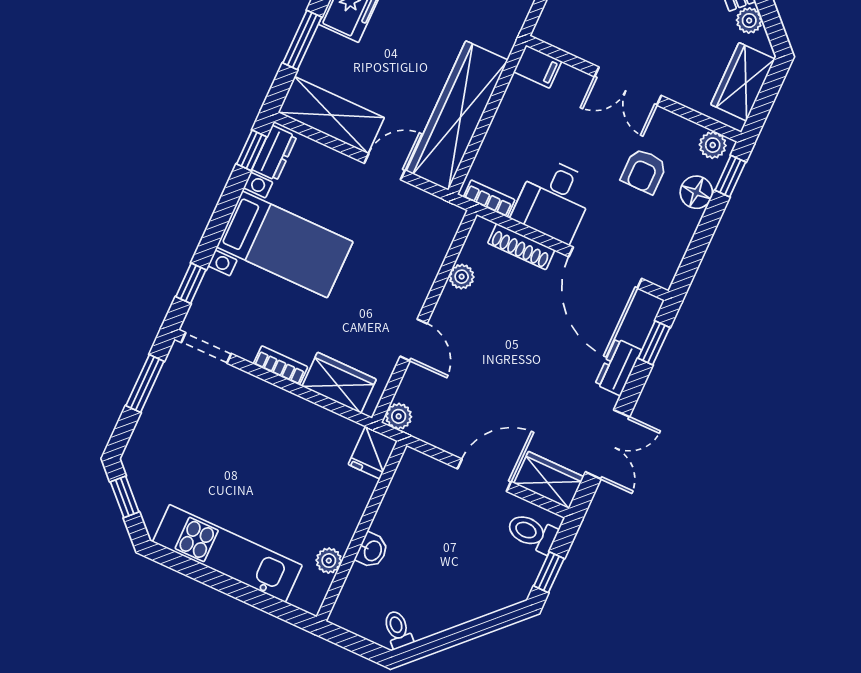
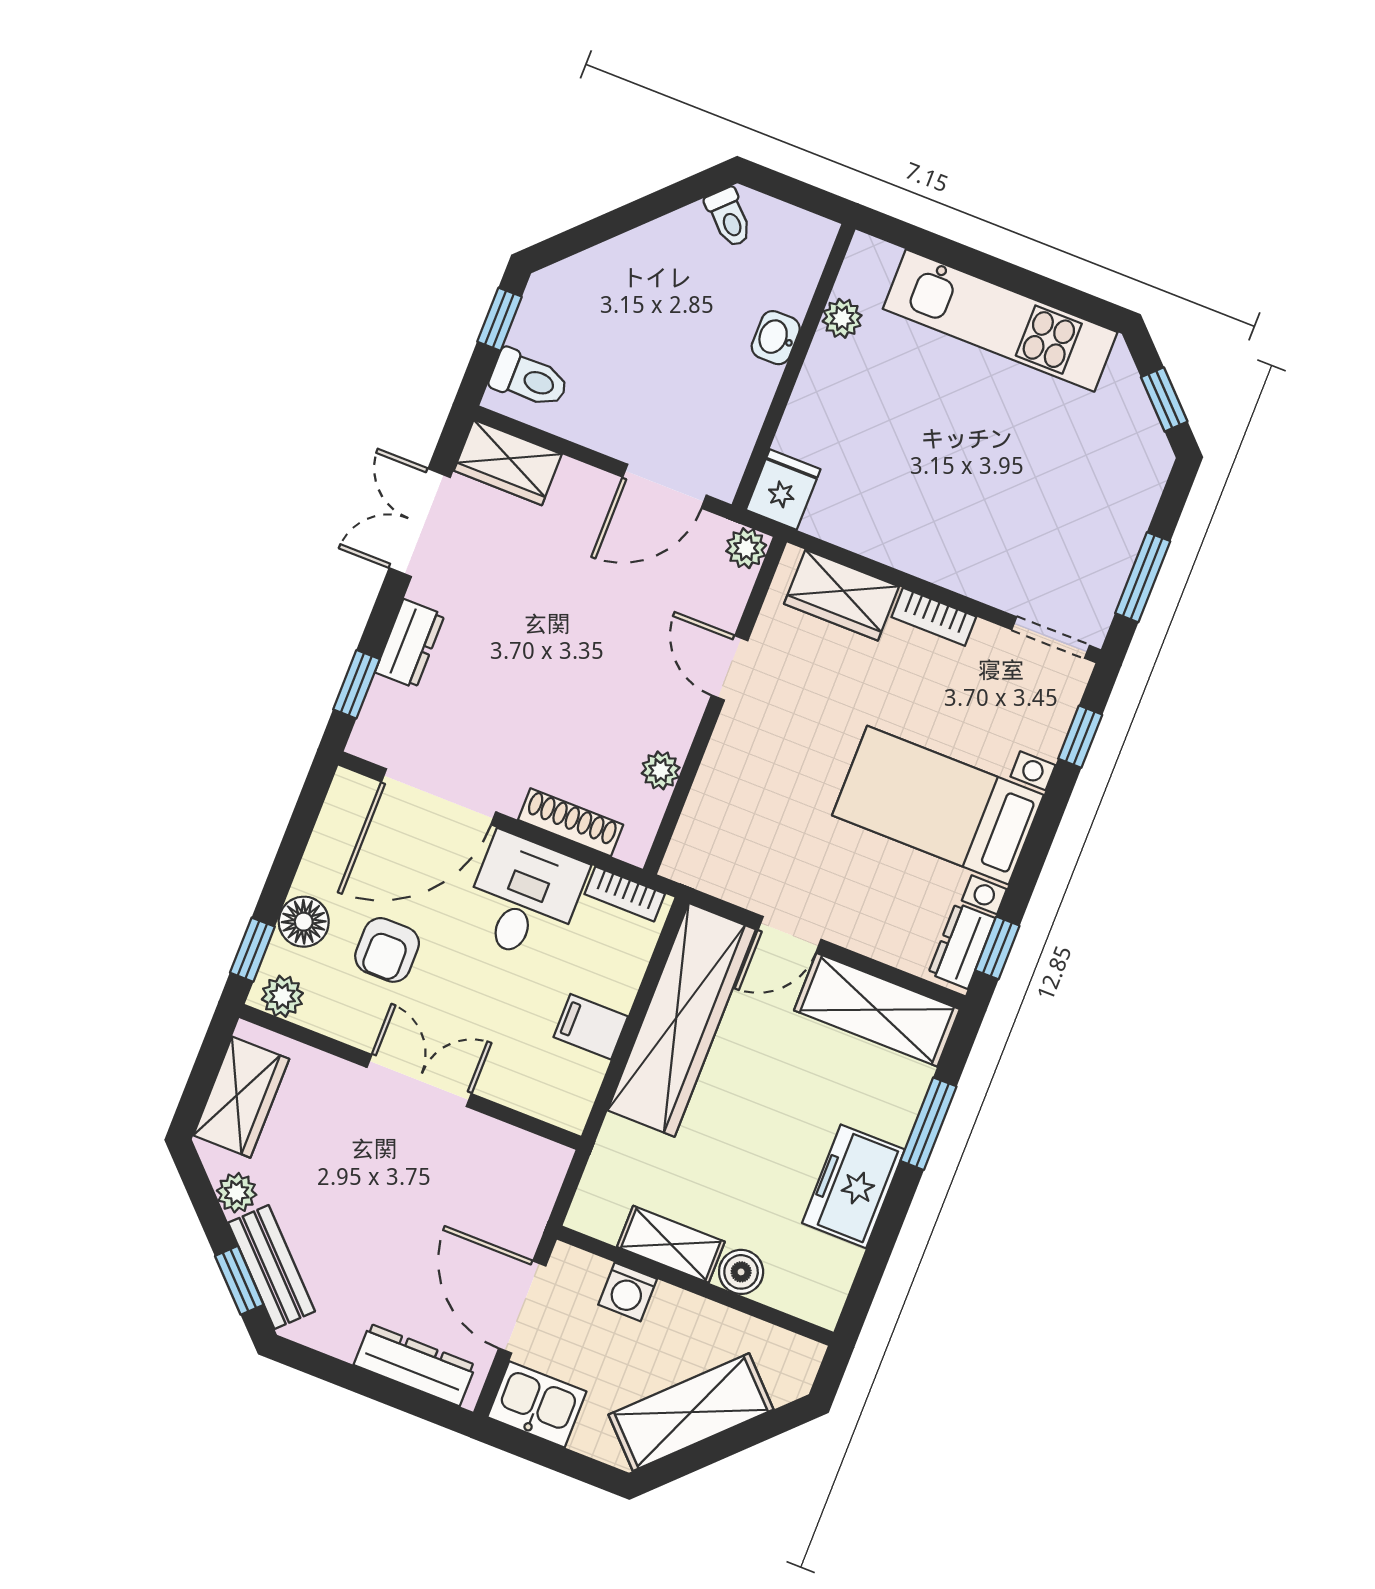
filing cabinet: (538, 67) -> (591, 1027), moved
armchair: (644, 171) -> (387, 950), turned 180
door: (605, 268) -> (439, 797), swing flipped
door: (484, 475) -> (664, 486), moved

